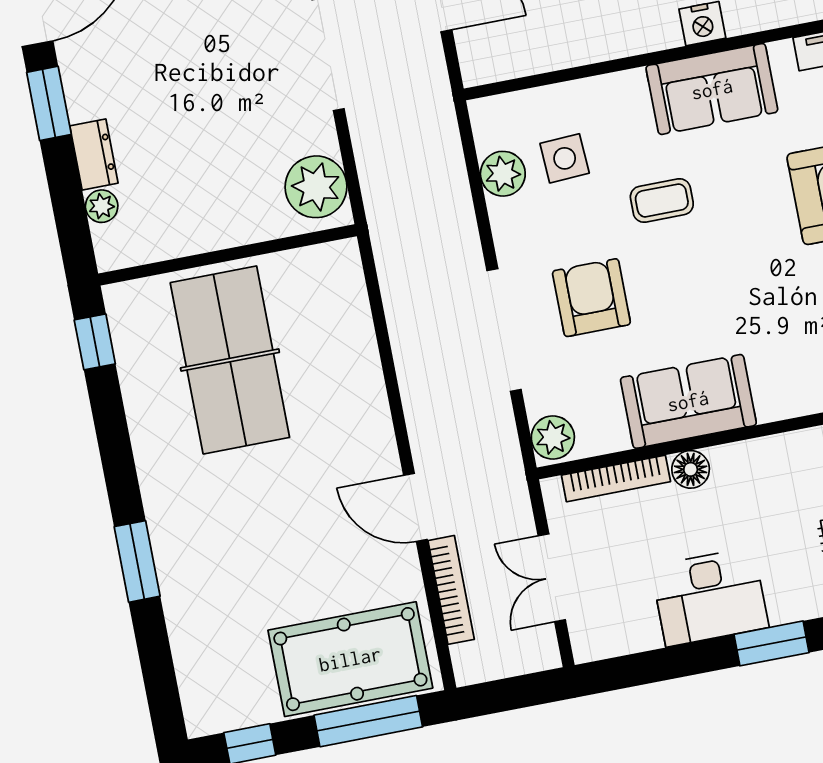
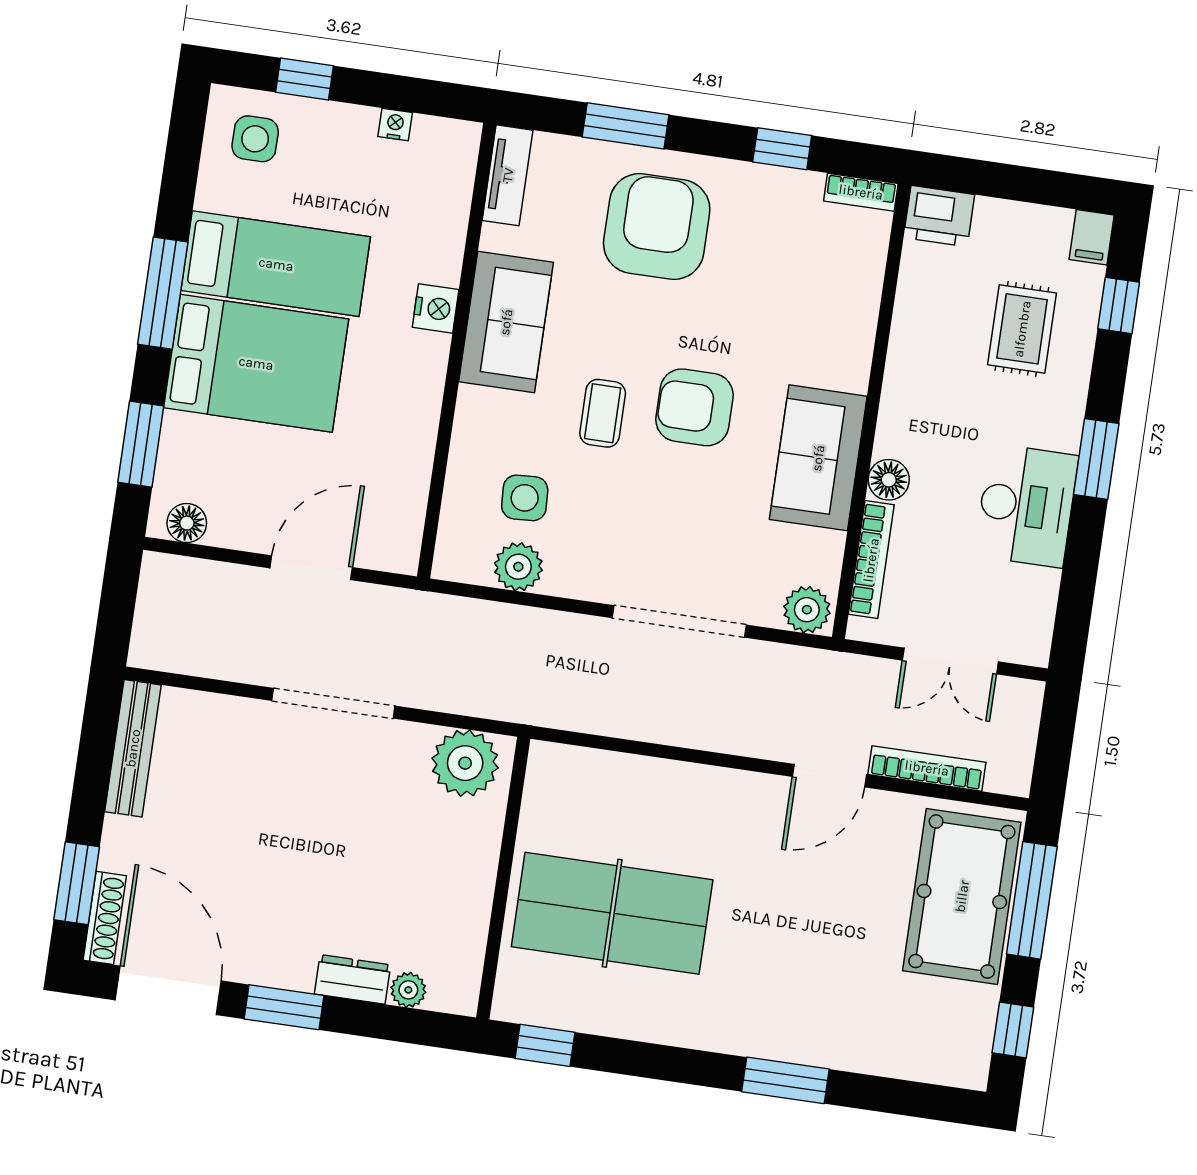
armchair: (591, 298) -> (694, 407), moved

